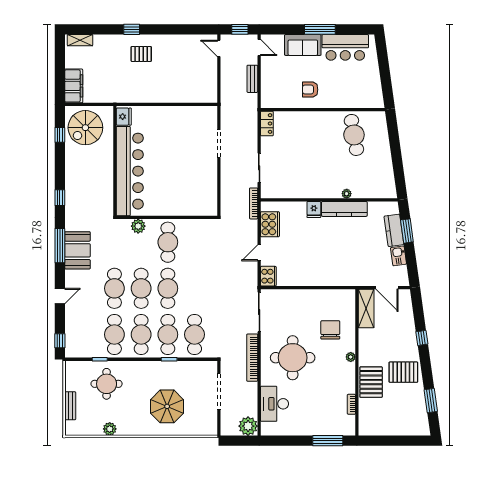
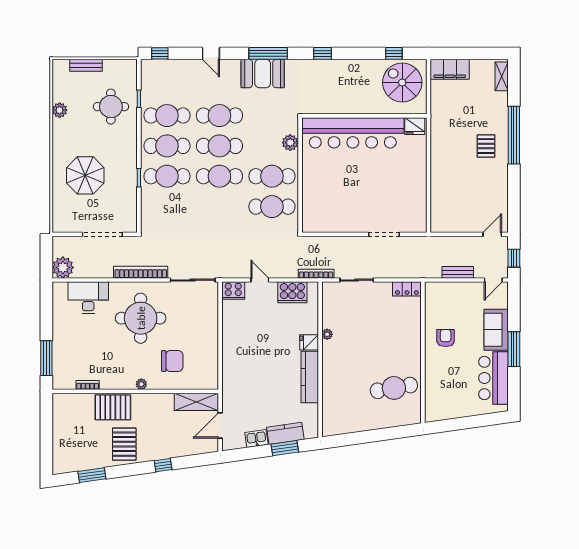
window: (132, 29) -> (514, 135), width x3.17
plant: (347, 194) -> (327, 334), moved
cafe table: (195, 334) -> (272, 207), moved

